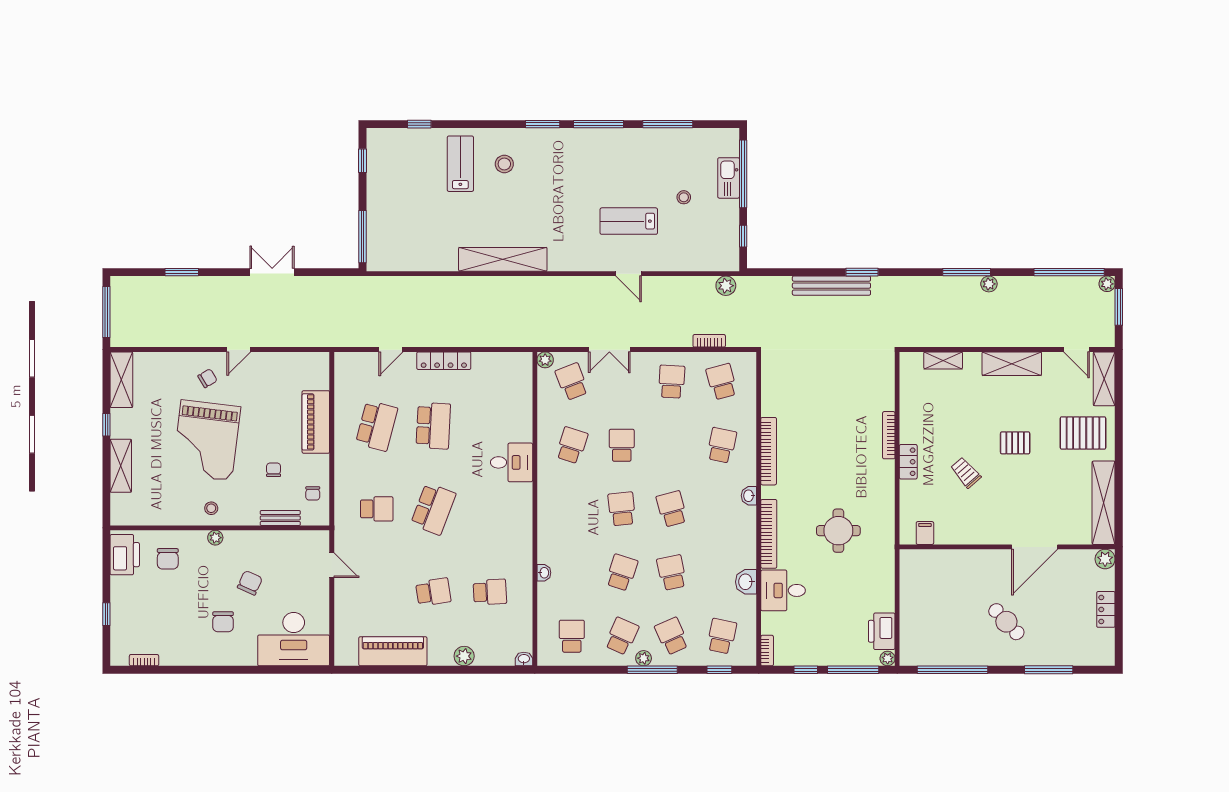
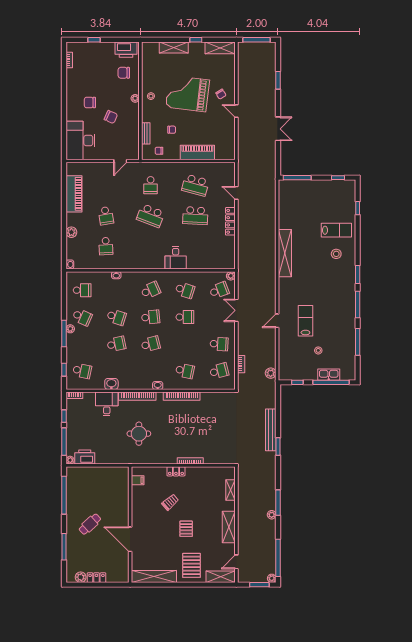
plant: (1105, 559) -> (81, 577), moved
school desk: (672, 636) -> (151, 290), moved

